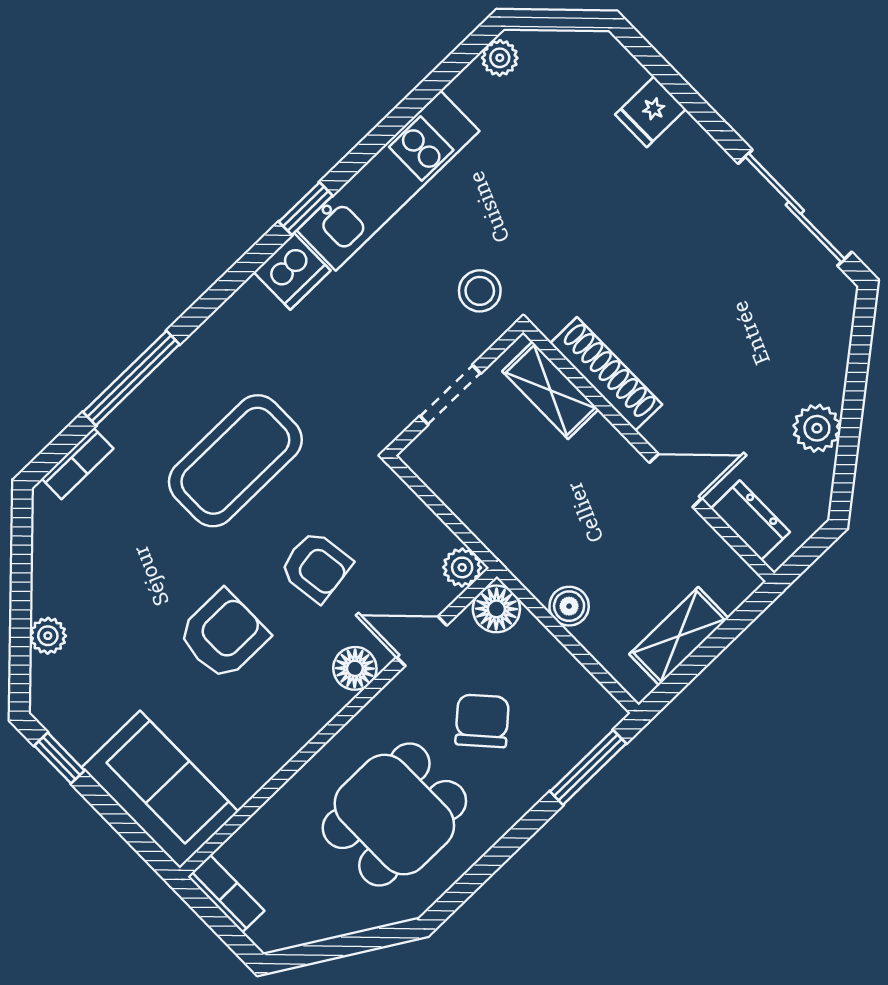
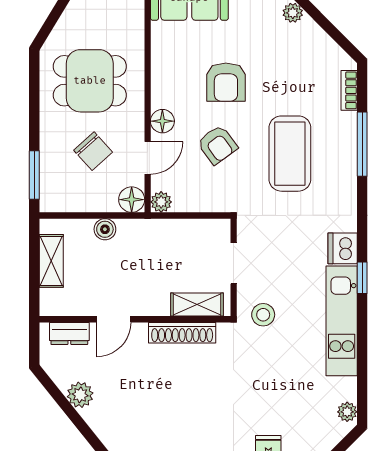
armchair: (316, 566) -> (217, 145), turned -118
dining table: (394, 815) -> (90, 81), turned 90

